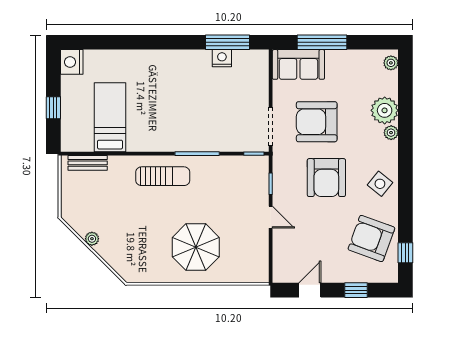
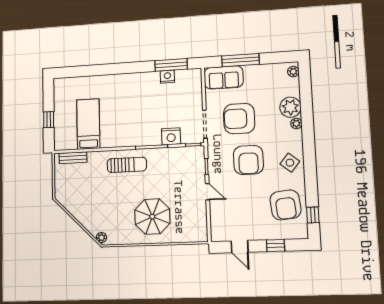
nightstand: (72, 62) -> (171, 136), moved, turned -90
plant: (92, 239) -> (101, 238), moved
armchair: (371, 239) -> (285, 205), turned -116
door: (310, 290) -> (240, 247), swing flipped

